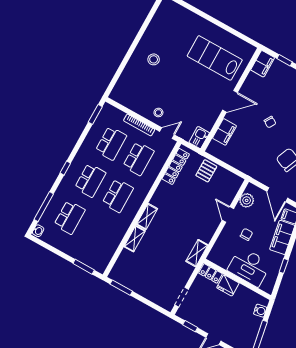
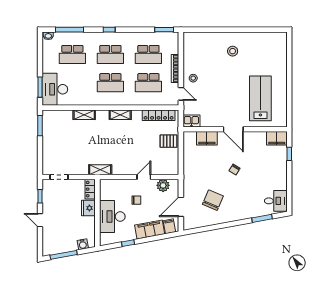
shelving: (147, 217) -> (120, 115), moved
desk: (94, 253) -> (55, 89), added

